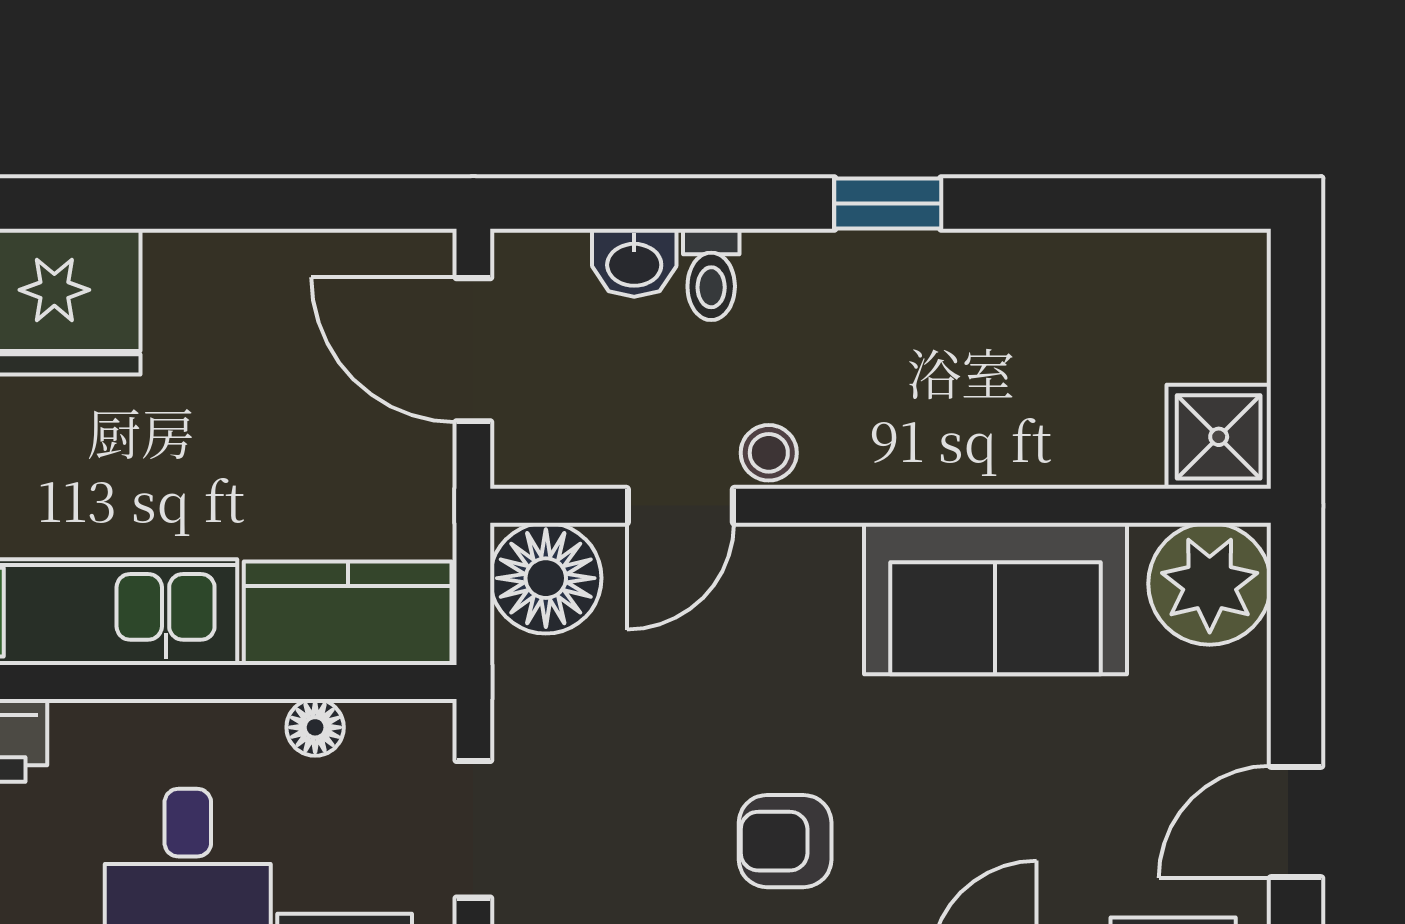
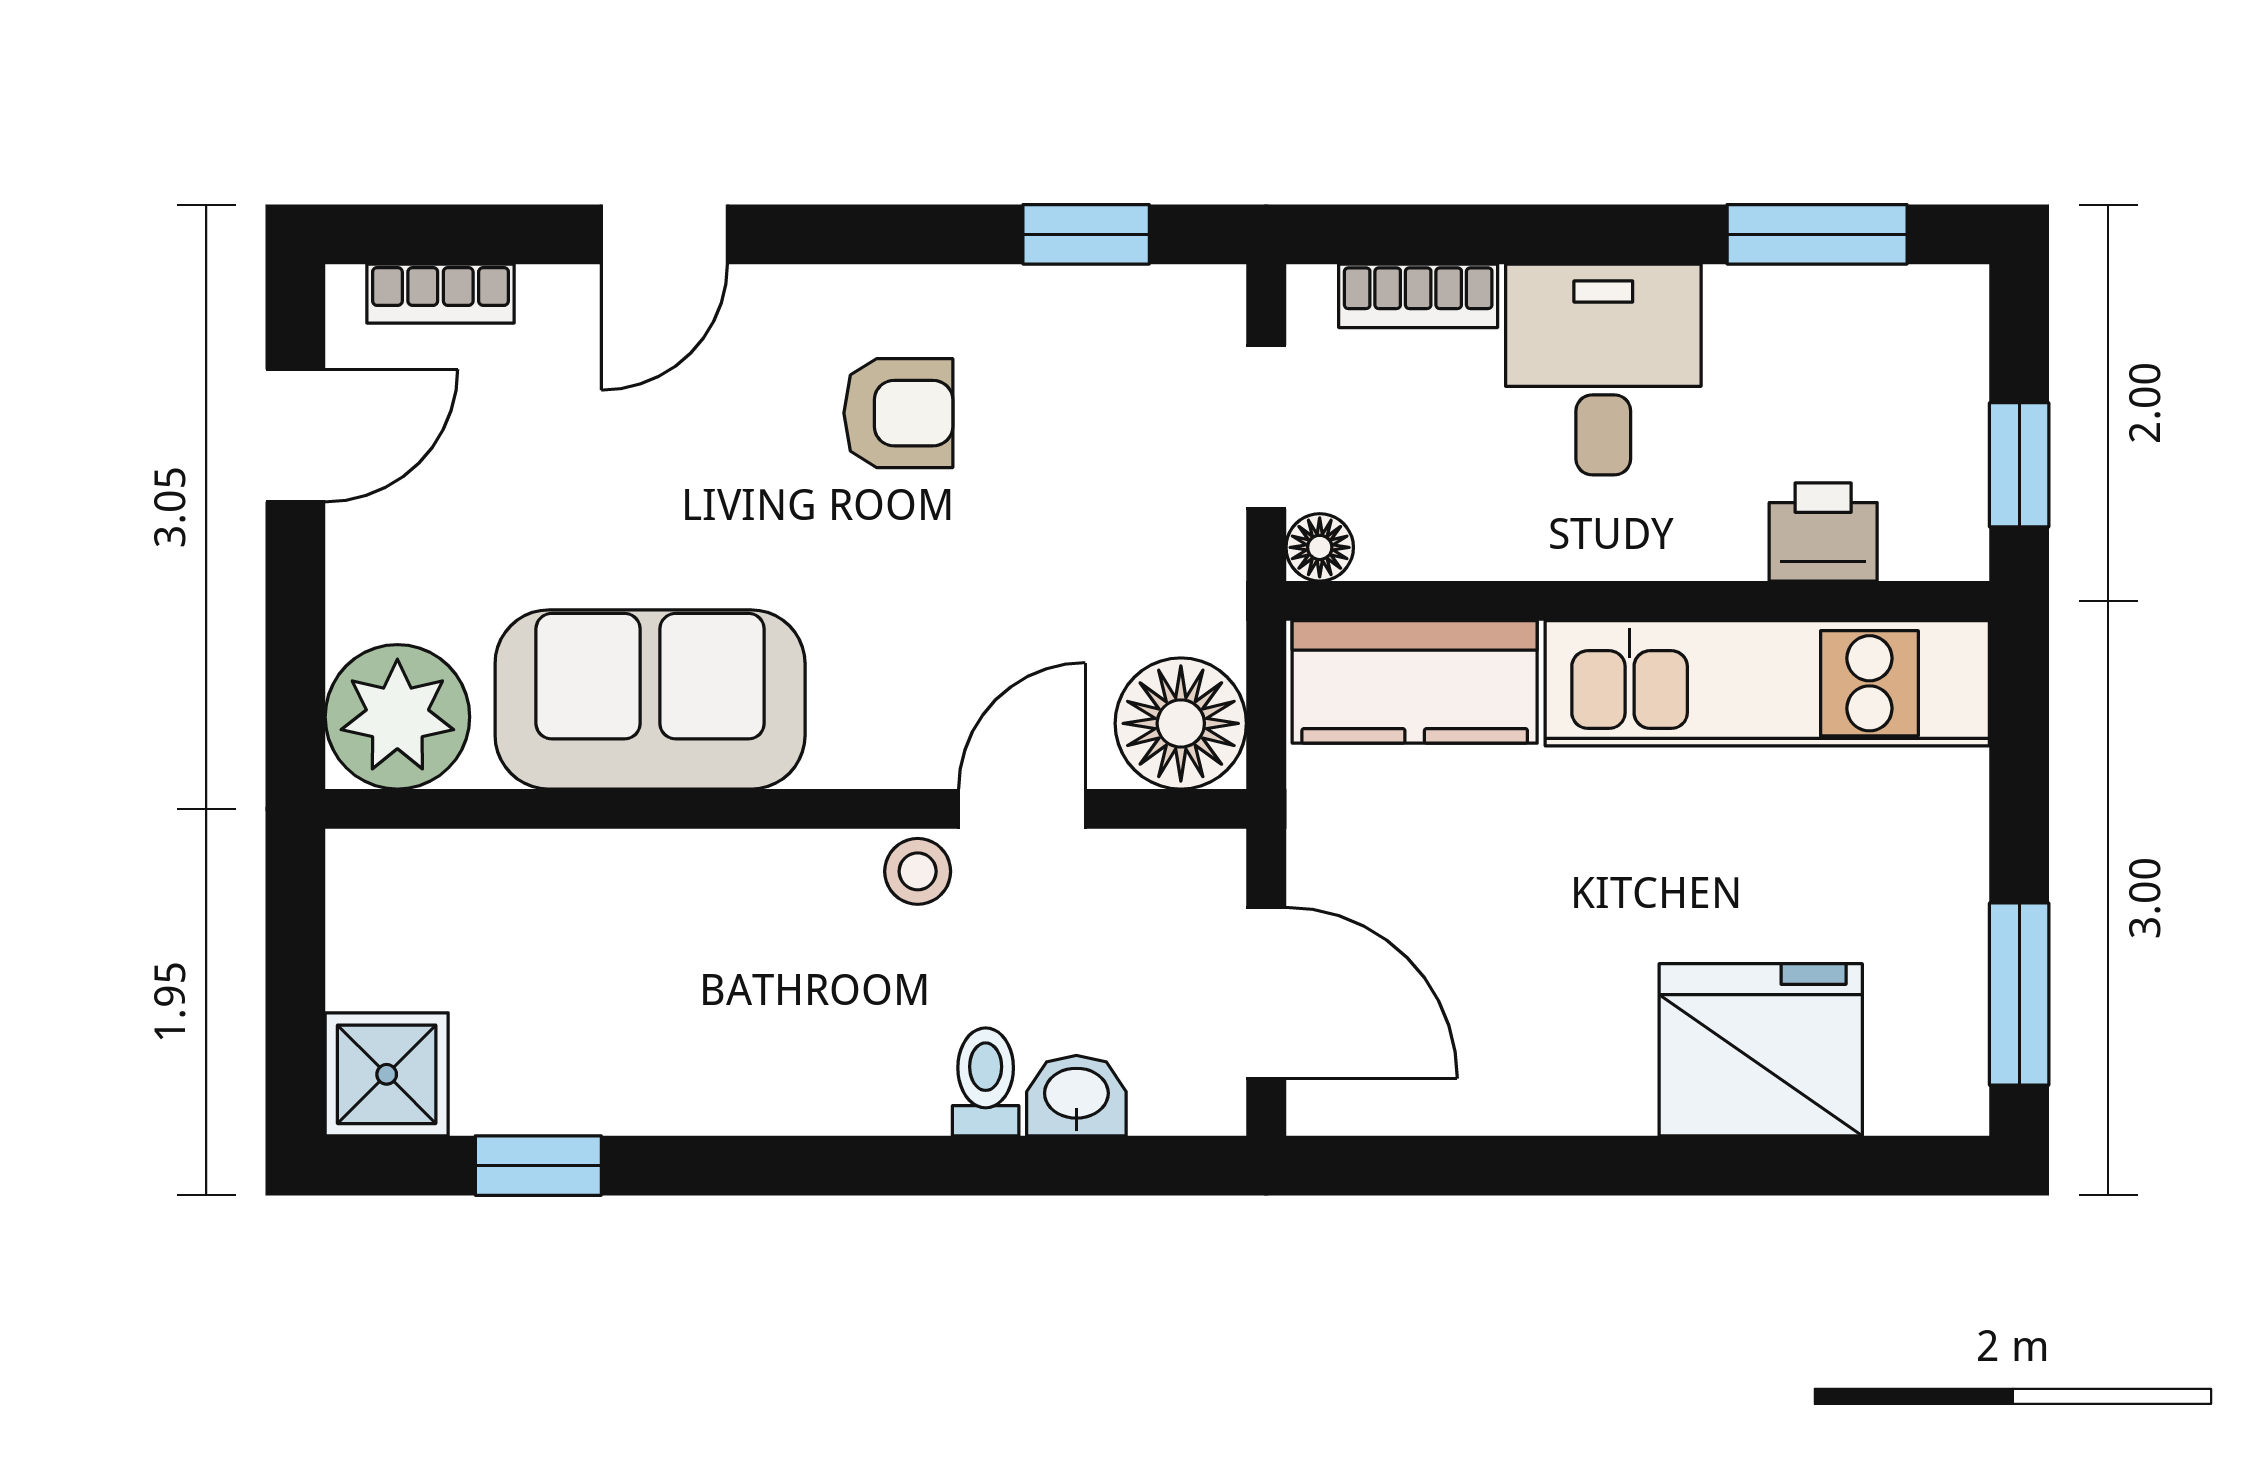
window: (888, 204) -> (538, 1166), moved
shower: (1219, 437) -> (387, 1074), moved
floor lamp: (315, 727) -> (1320, 547), moved

